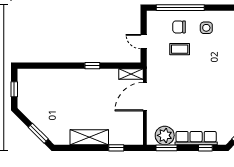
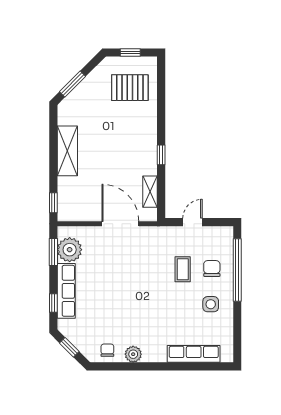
shelving: (131, 74) -> (150, 192), moved
pallet: (41, 89) -> (130, 88), added
window: (116, 148) -> (53, 203), moved

